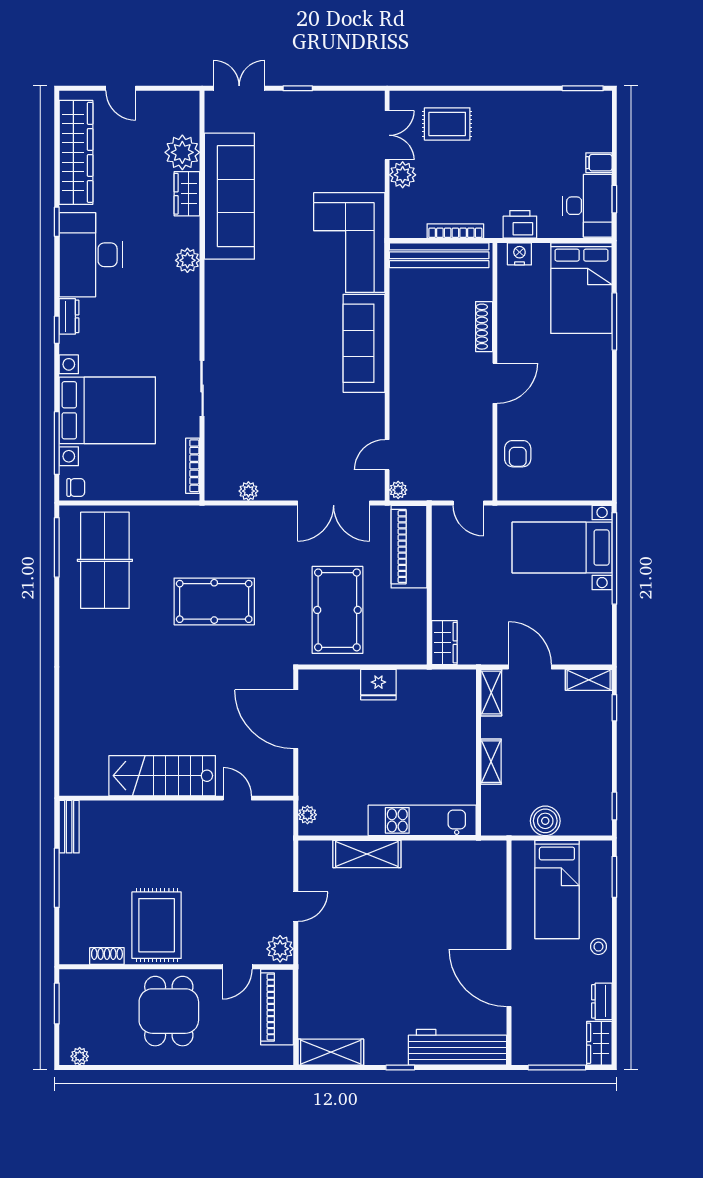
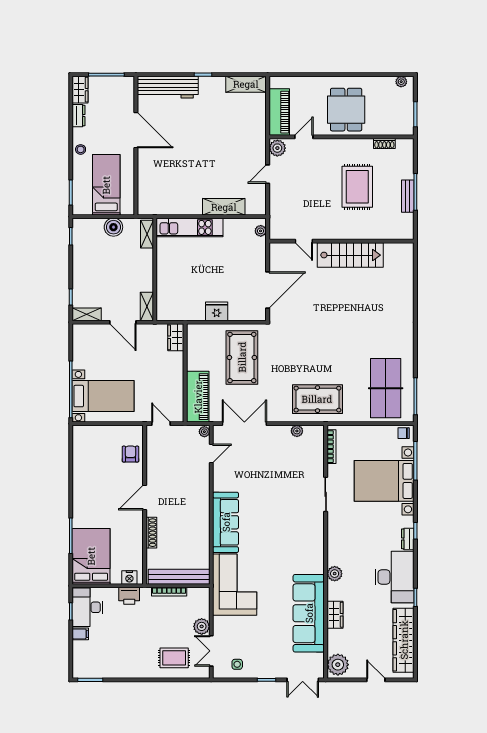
side table: (345, 114) -> (237, 664), added
plant: (182, 152) -> (338, 665), moved
pool table: (214, 601) -> (317, 399), moved
door: (296, 719) -> (268, 290), hinge flipped
shelving: (491, 762) -> (147, 234), moved
bench: (69, 827) -> (408, 196), moved
rug: (157, 925) -> (357, 187), moved

